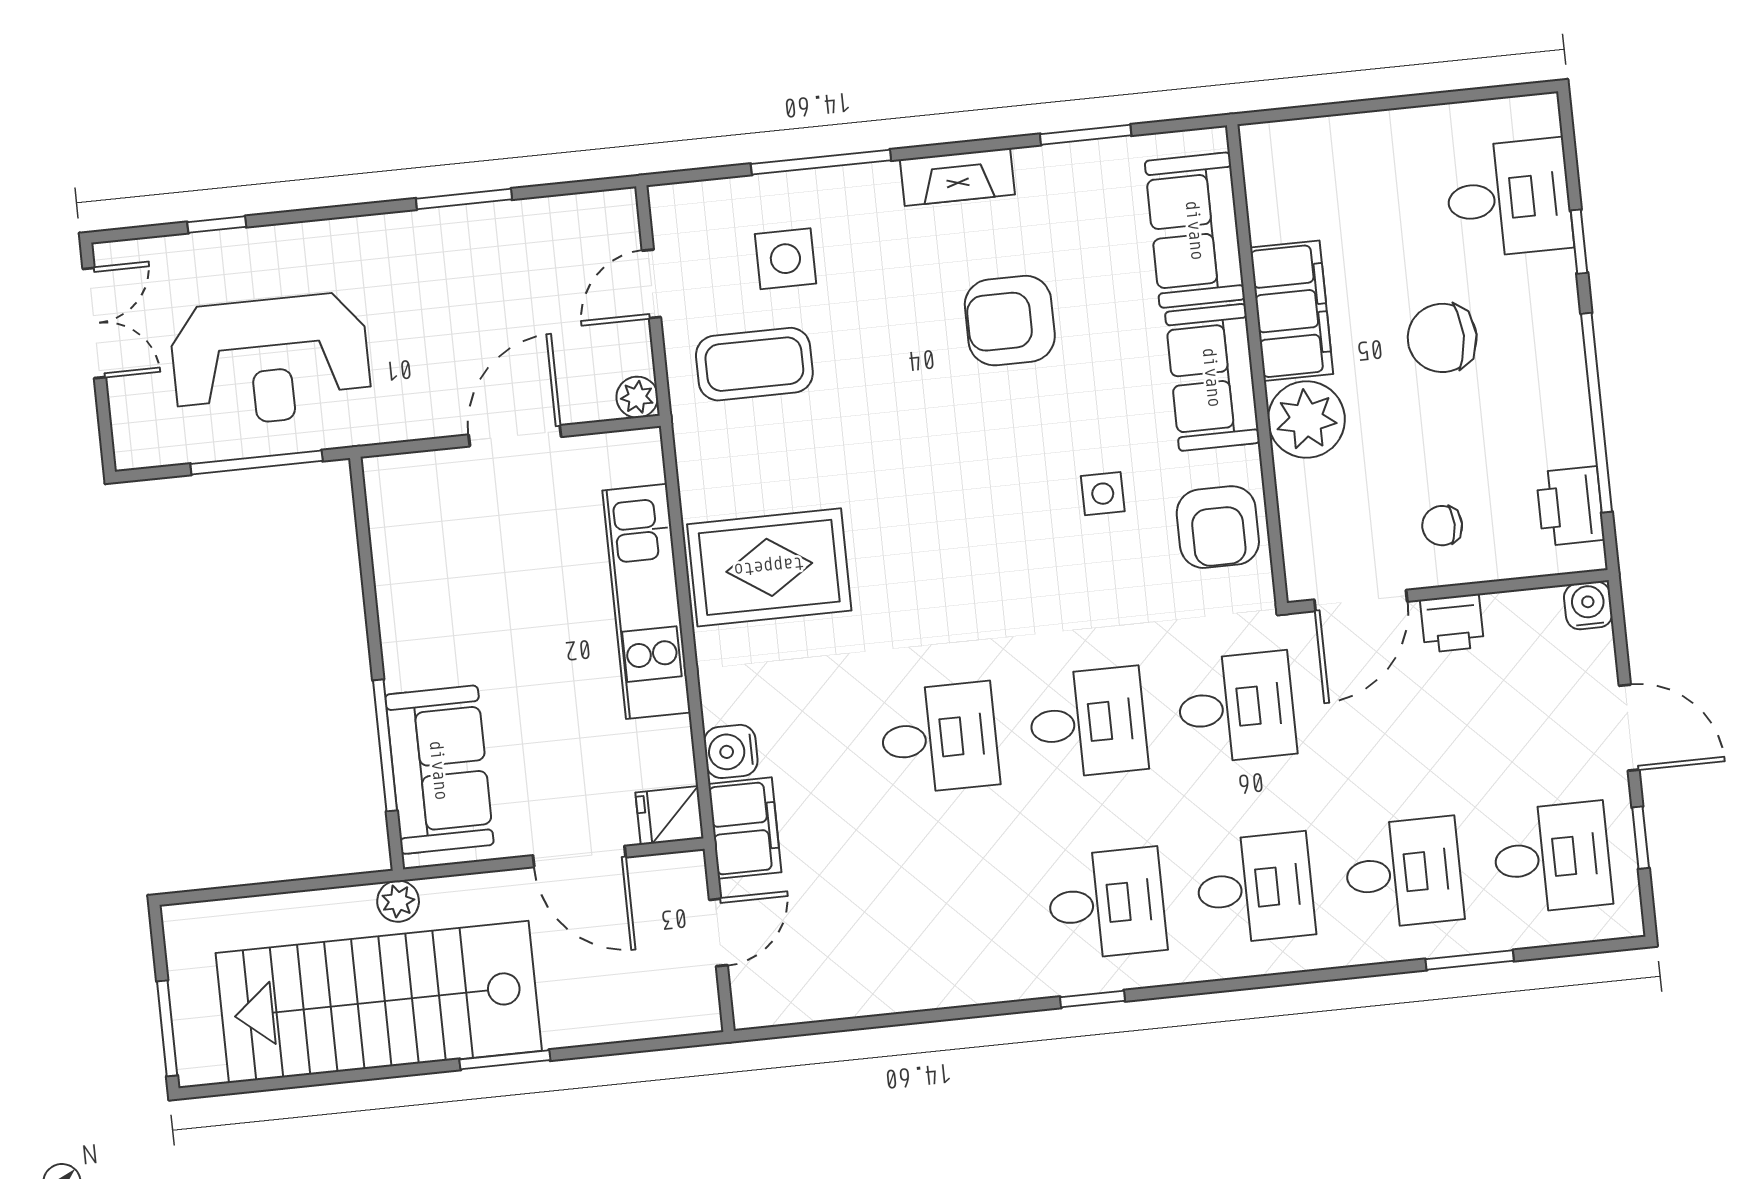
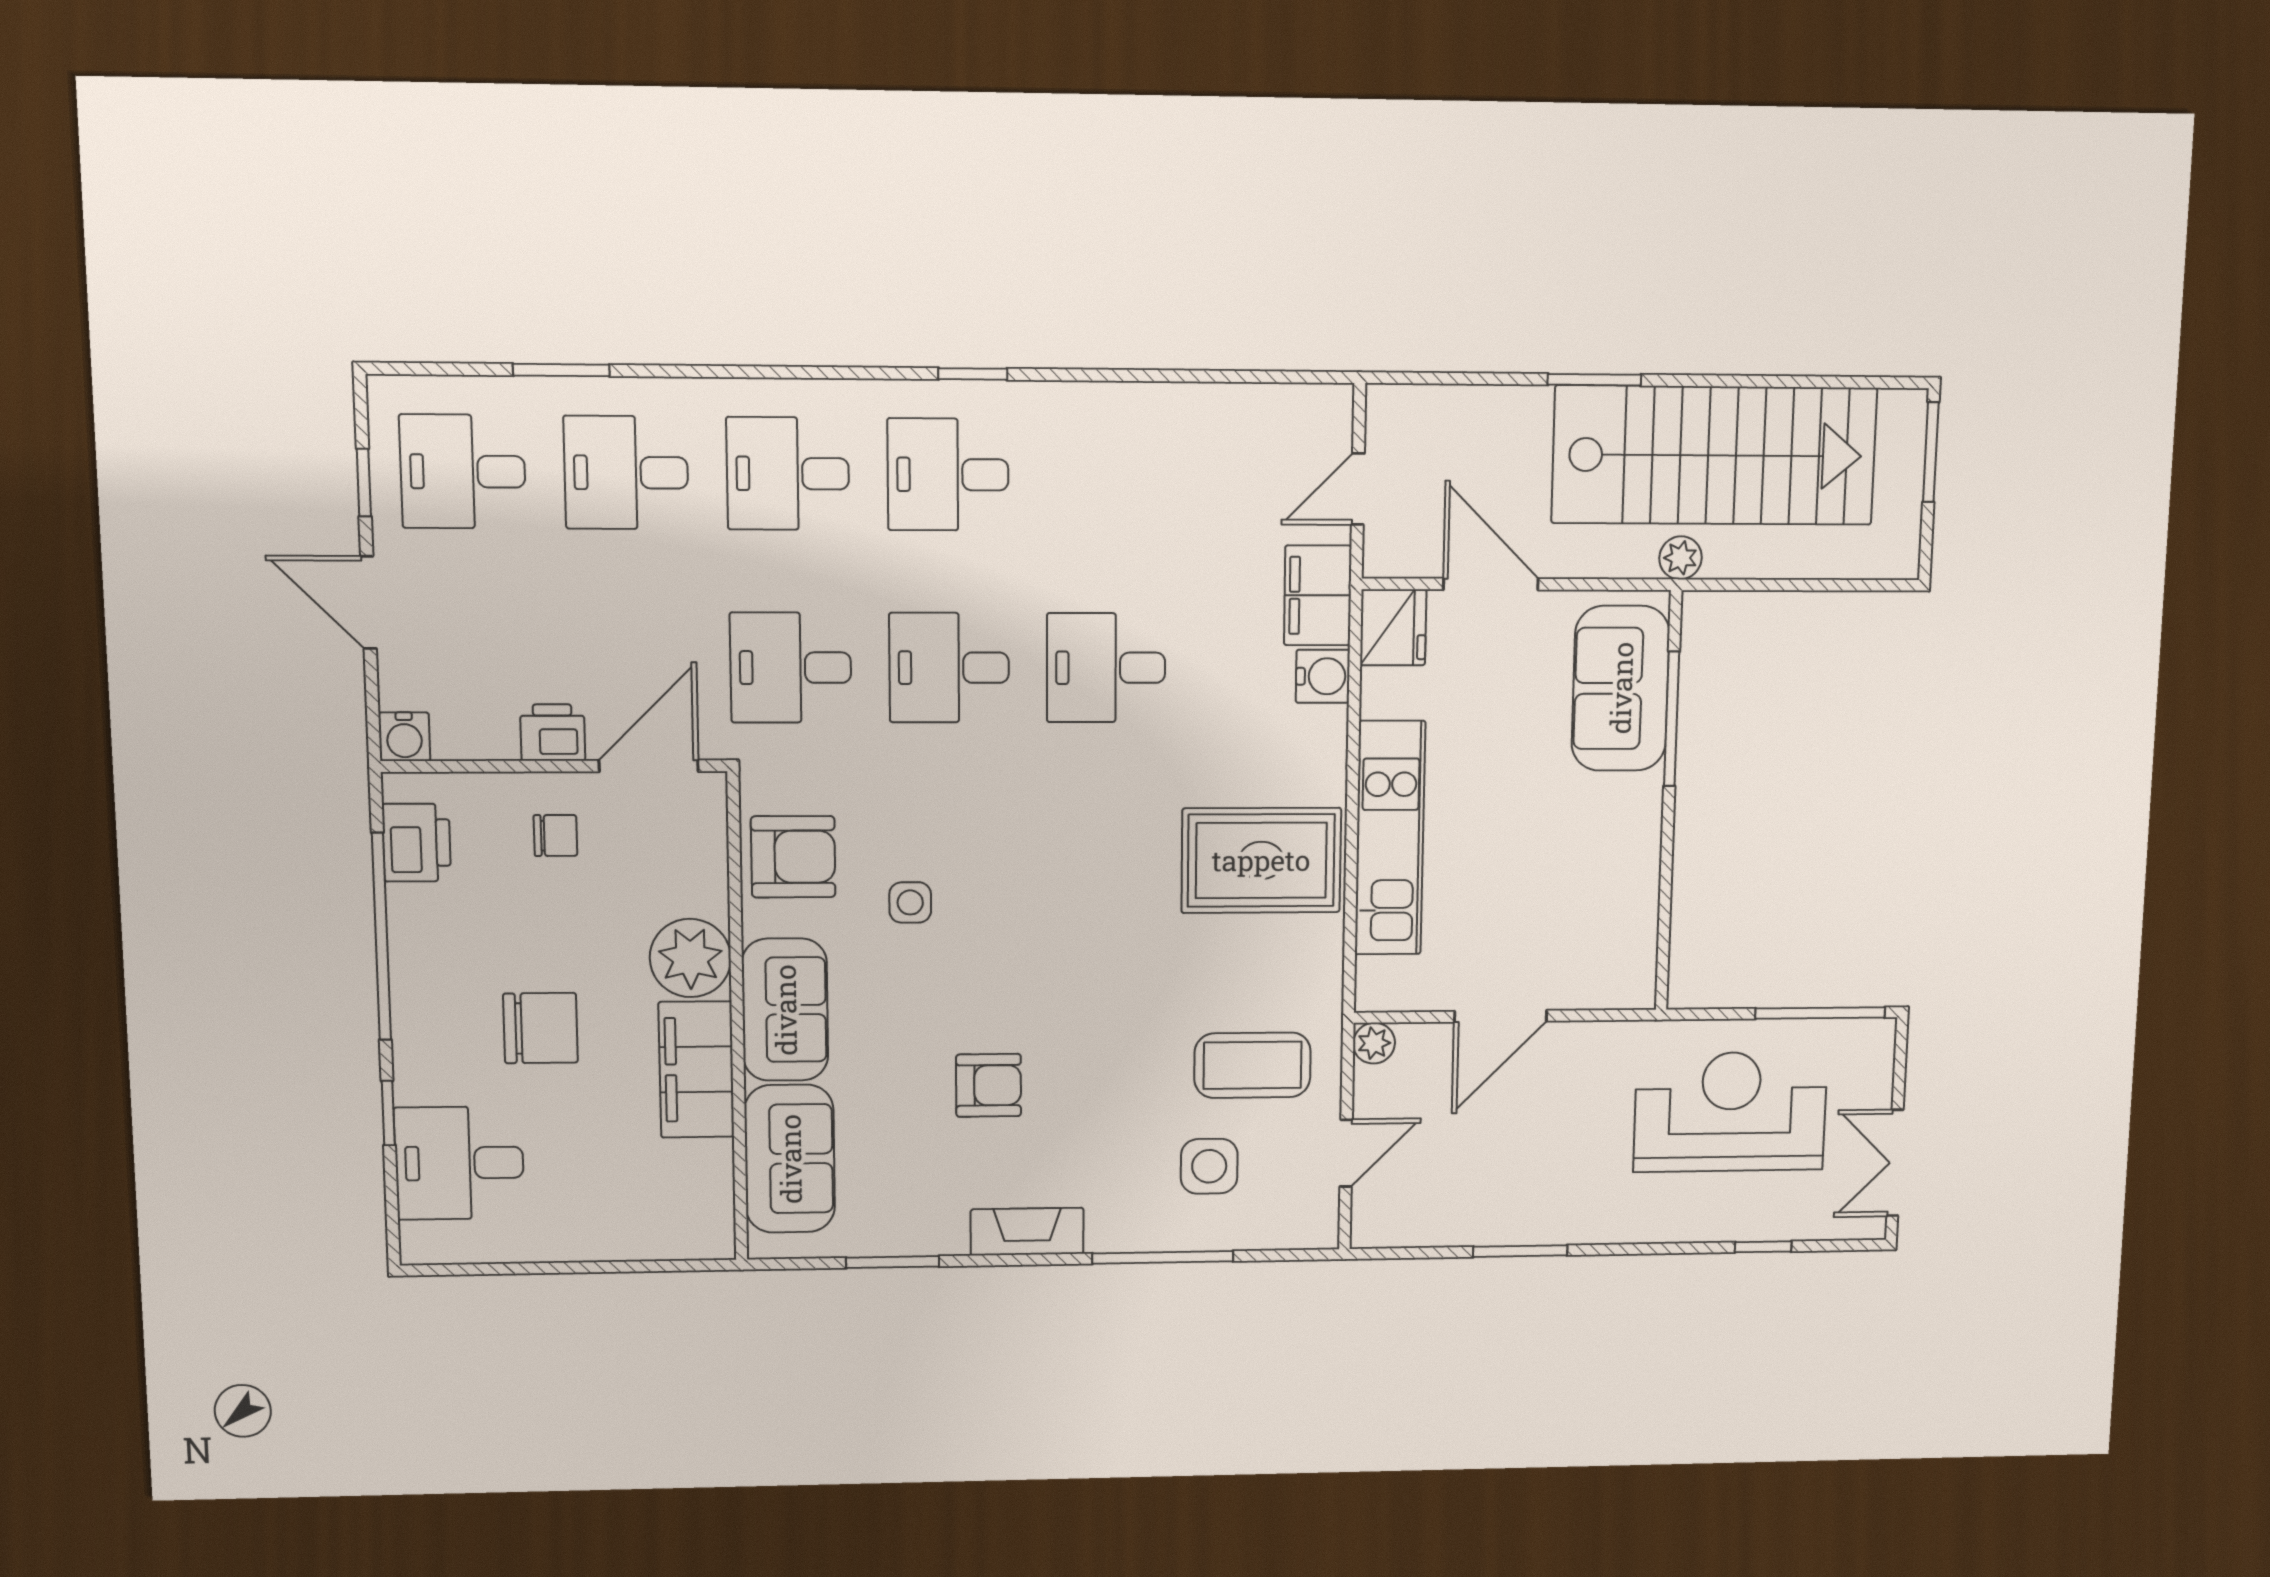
armchair: (1010, 321) -> (989, 1085), width x0.72, depth x0.72
window: (257, 462) -> (1820, 1013), moved
armchair: (1218, 527) -> (793, 857), turned 90
fridge: (670, 815) -> (1393, 627), width x1.38

